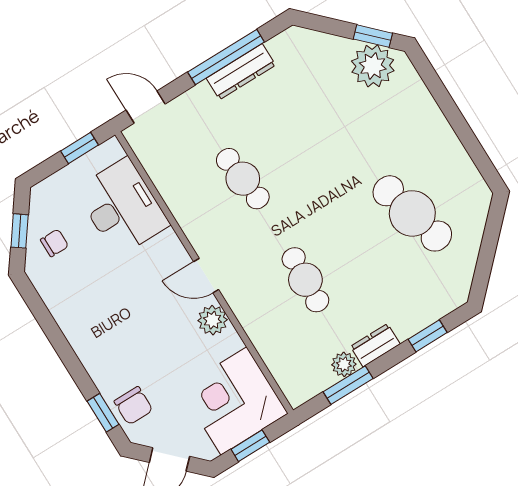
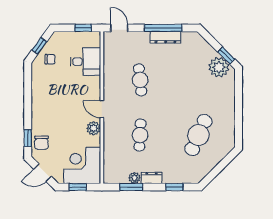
desk: (122, 207) -> (86, 62), width x0.73
cafe table: (412, 213) -> (198, 135), turned 39

